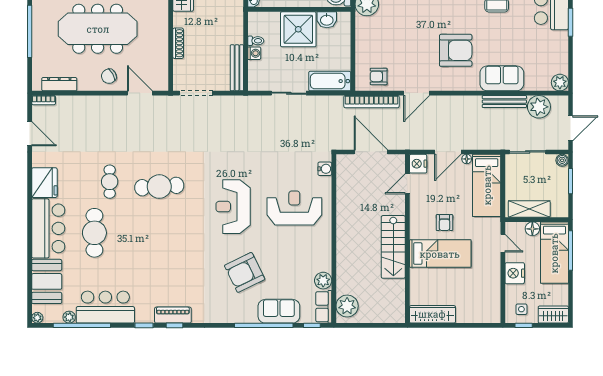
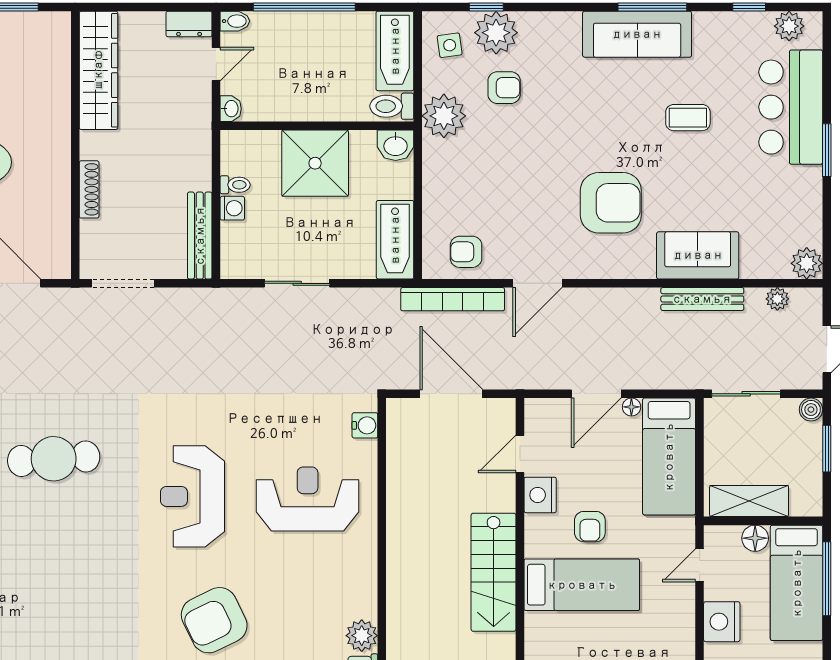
washbasin: (327, 20) -> (396, 145), moved
bathtub: (330, 81) -> (395, 240), moved, turned -90
plant: (539, 107) -> (777, 299), width x0.53, depth x0.53
nightstand: (418, 164) -> (540, 495), moved
door: (503, 243) -> (700, 565), swing flipped

